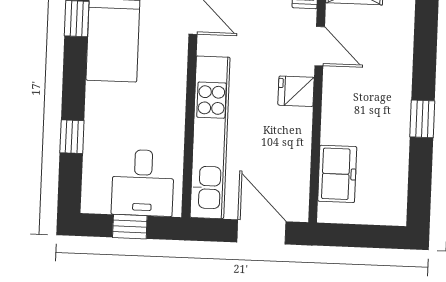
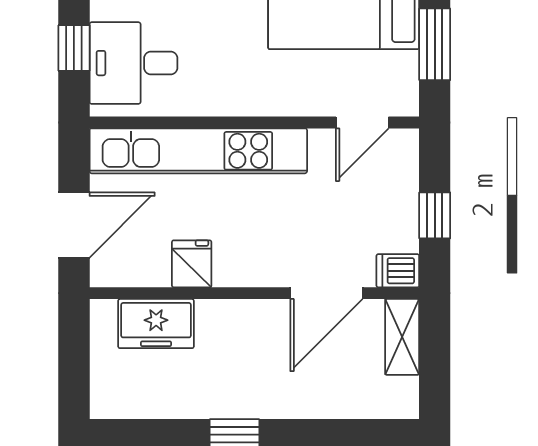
door: (320, 46) -> (326, 293), width x1.38
fridge: (296, 91) -> (192, 264), moved

